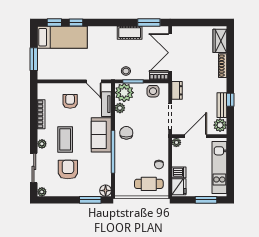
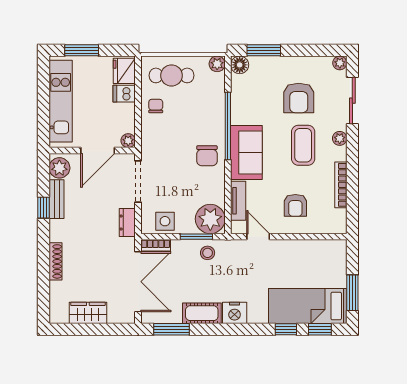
nightstand: (109, 33) -> (235, 313), added
wardrobe: (220, 41) -> (88, 313), moved, turned -90
window: (34, 59) -> (352, 293), moved
plant: (120, 108) -> (217, 64), moved

